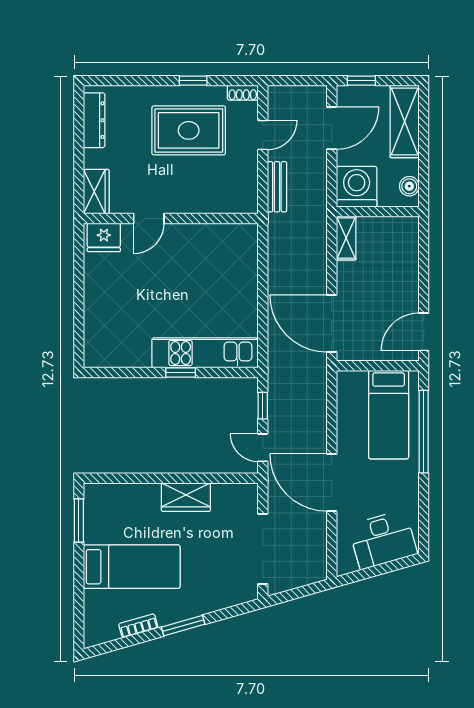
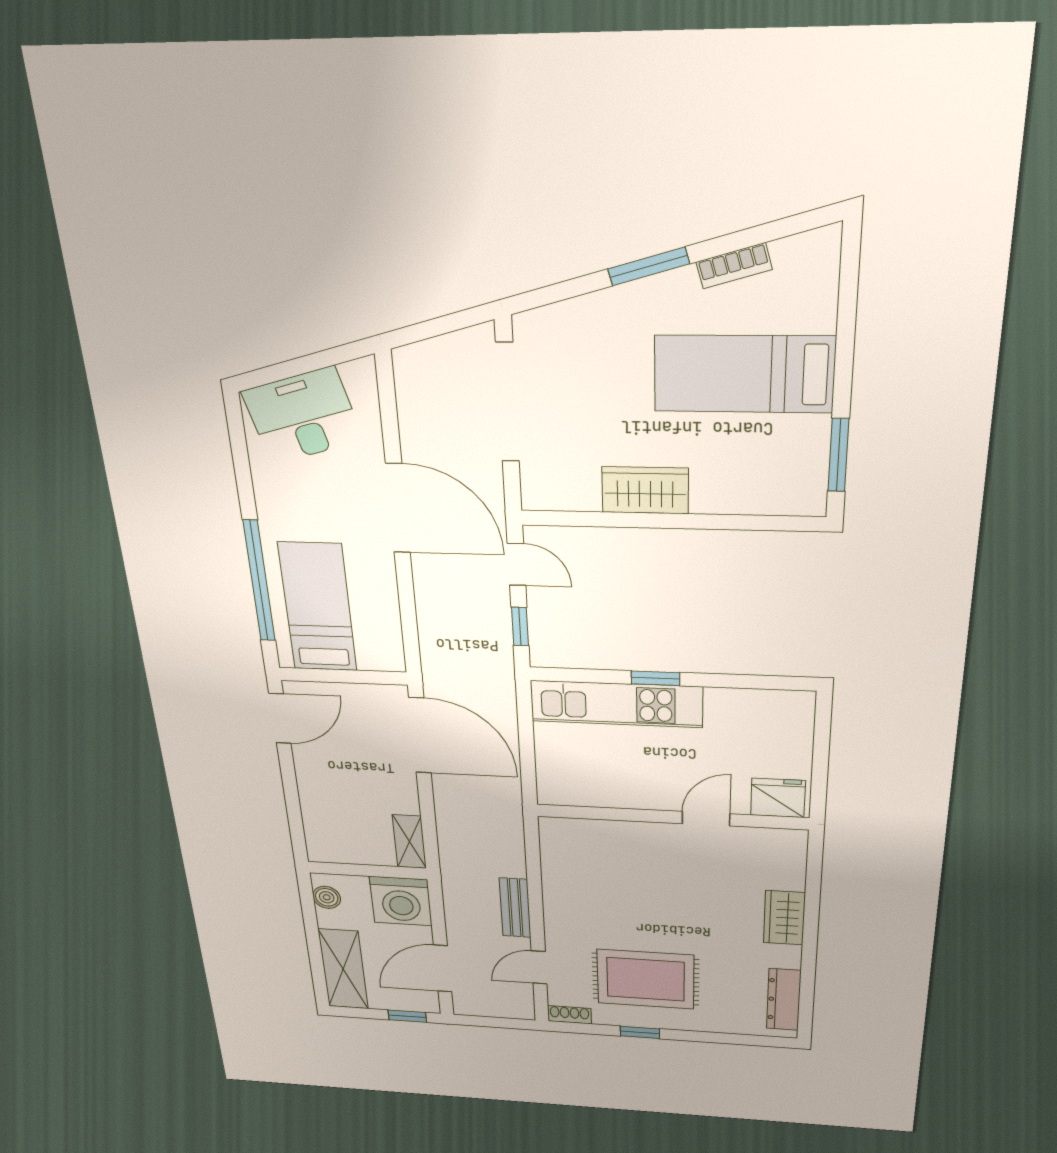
door: (149, 219) -> (706, 819), moved
wall: (171, 219) -> (672, 817), moved
fridge: (104, 237) -> (778, 798), moved

